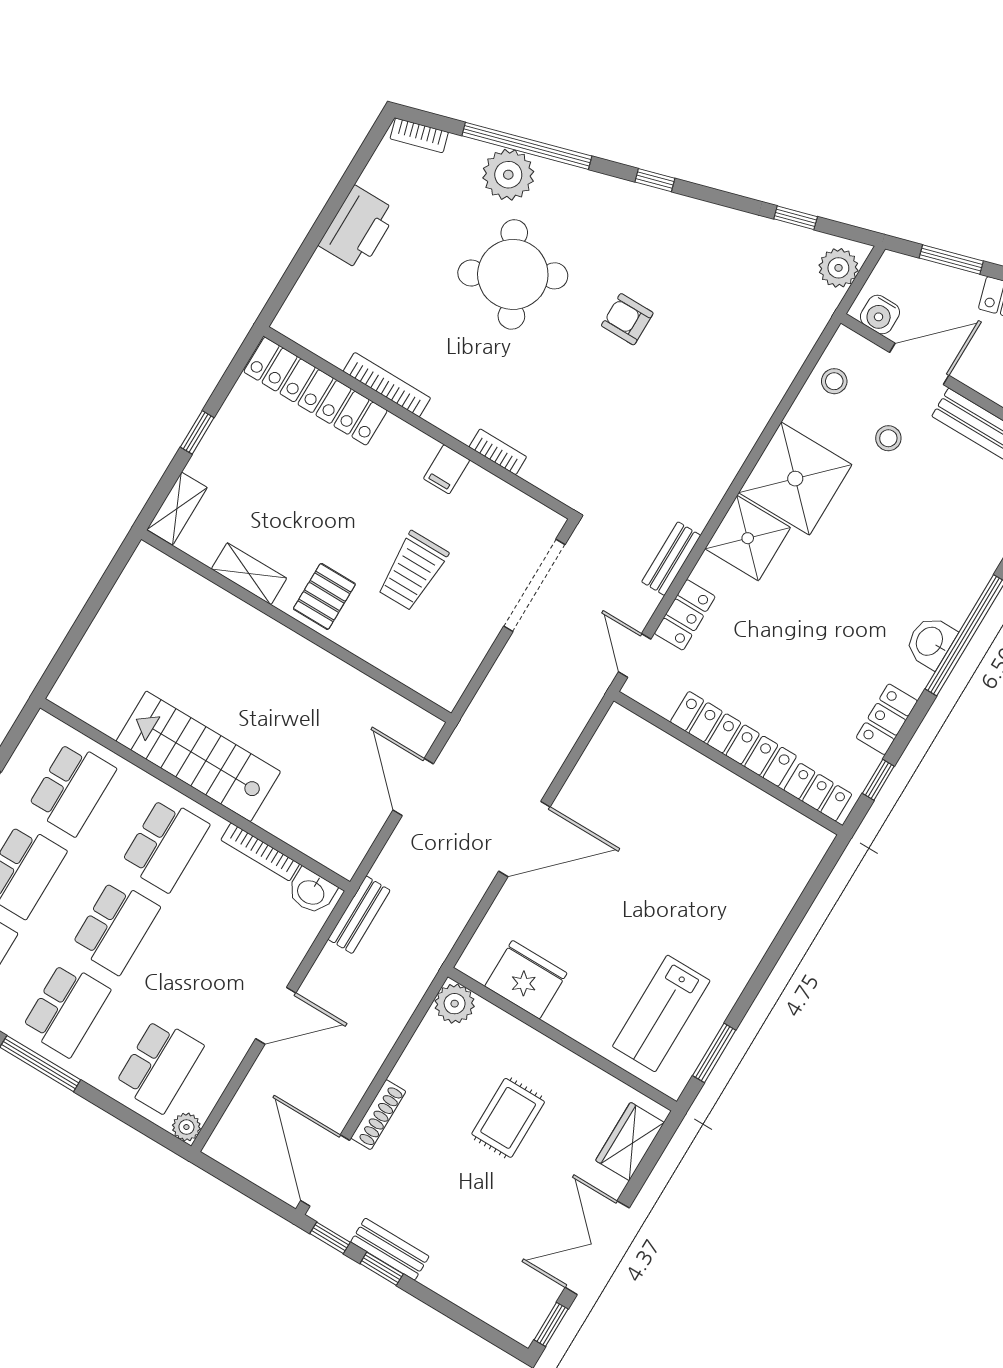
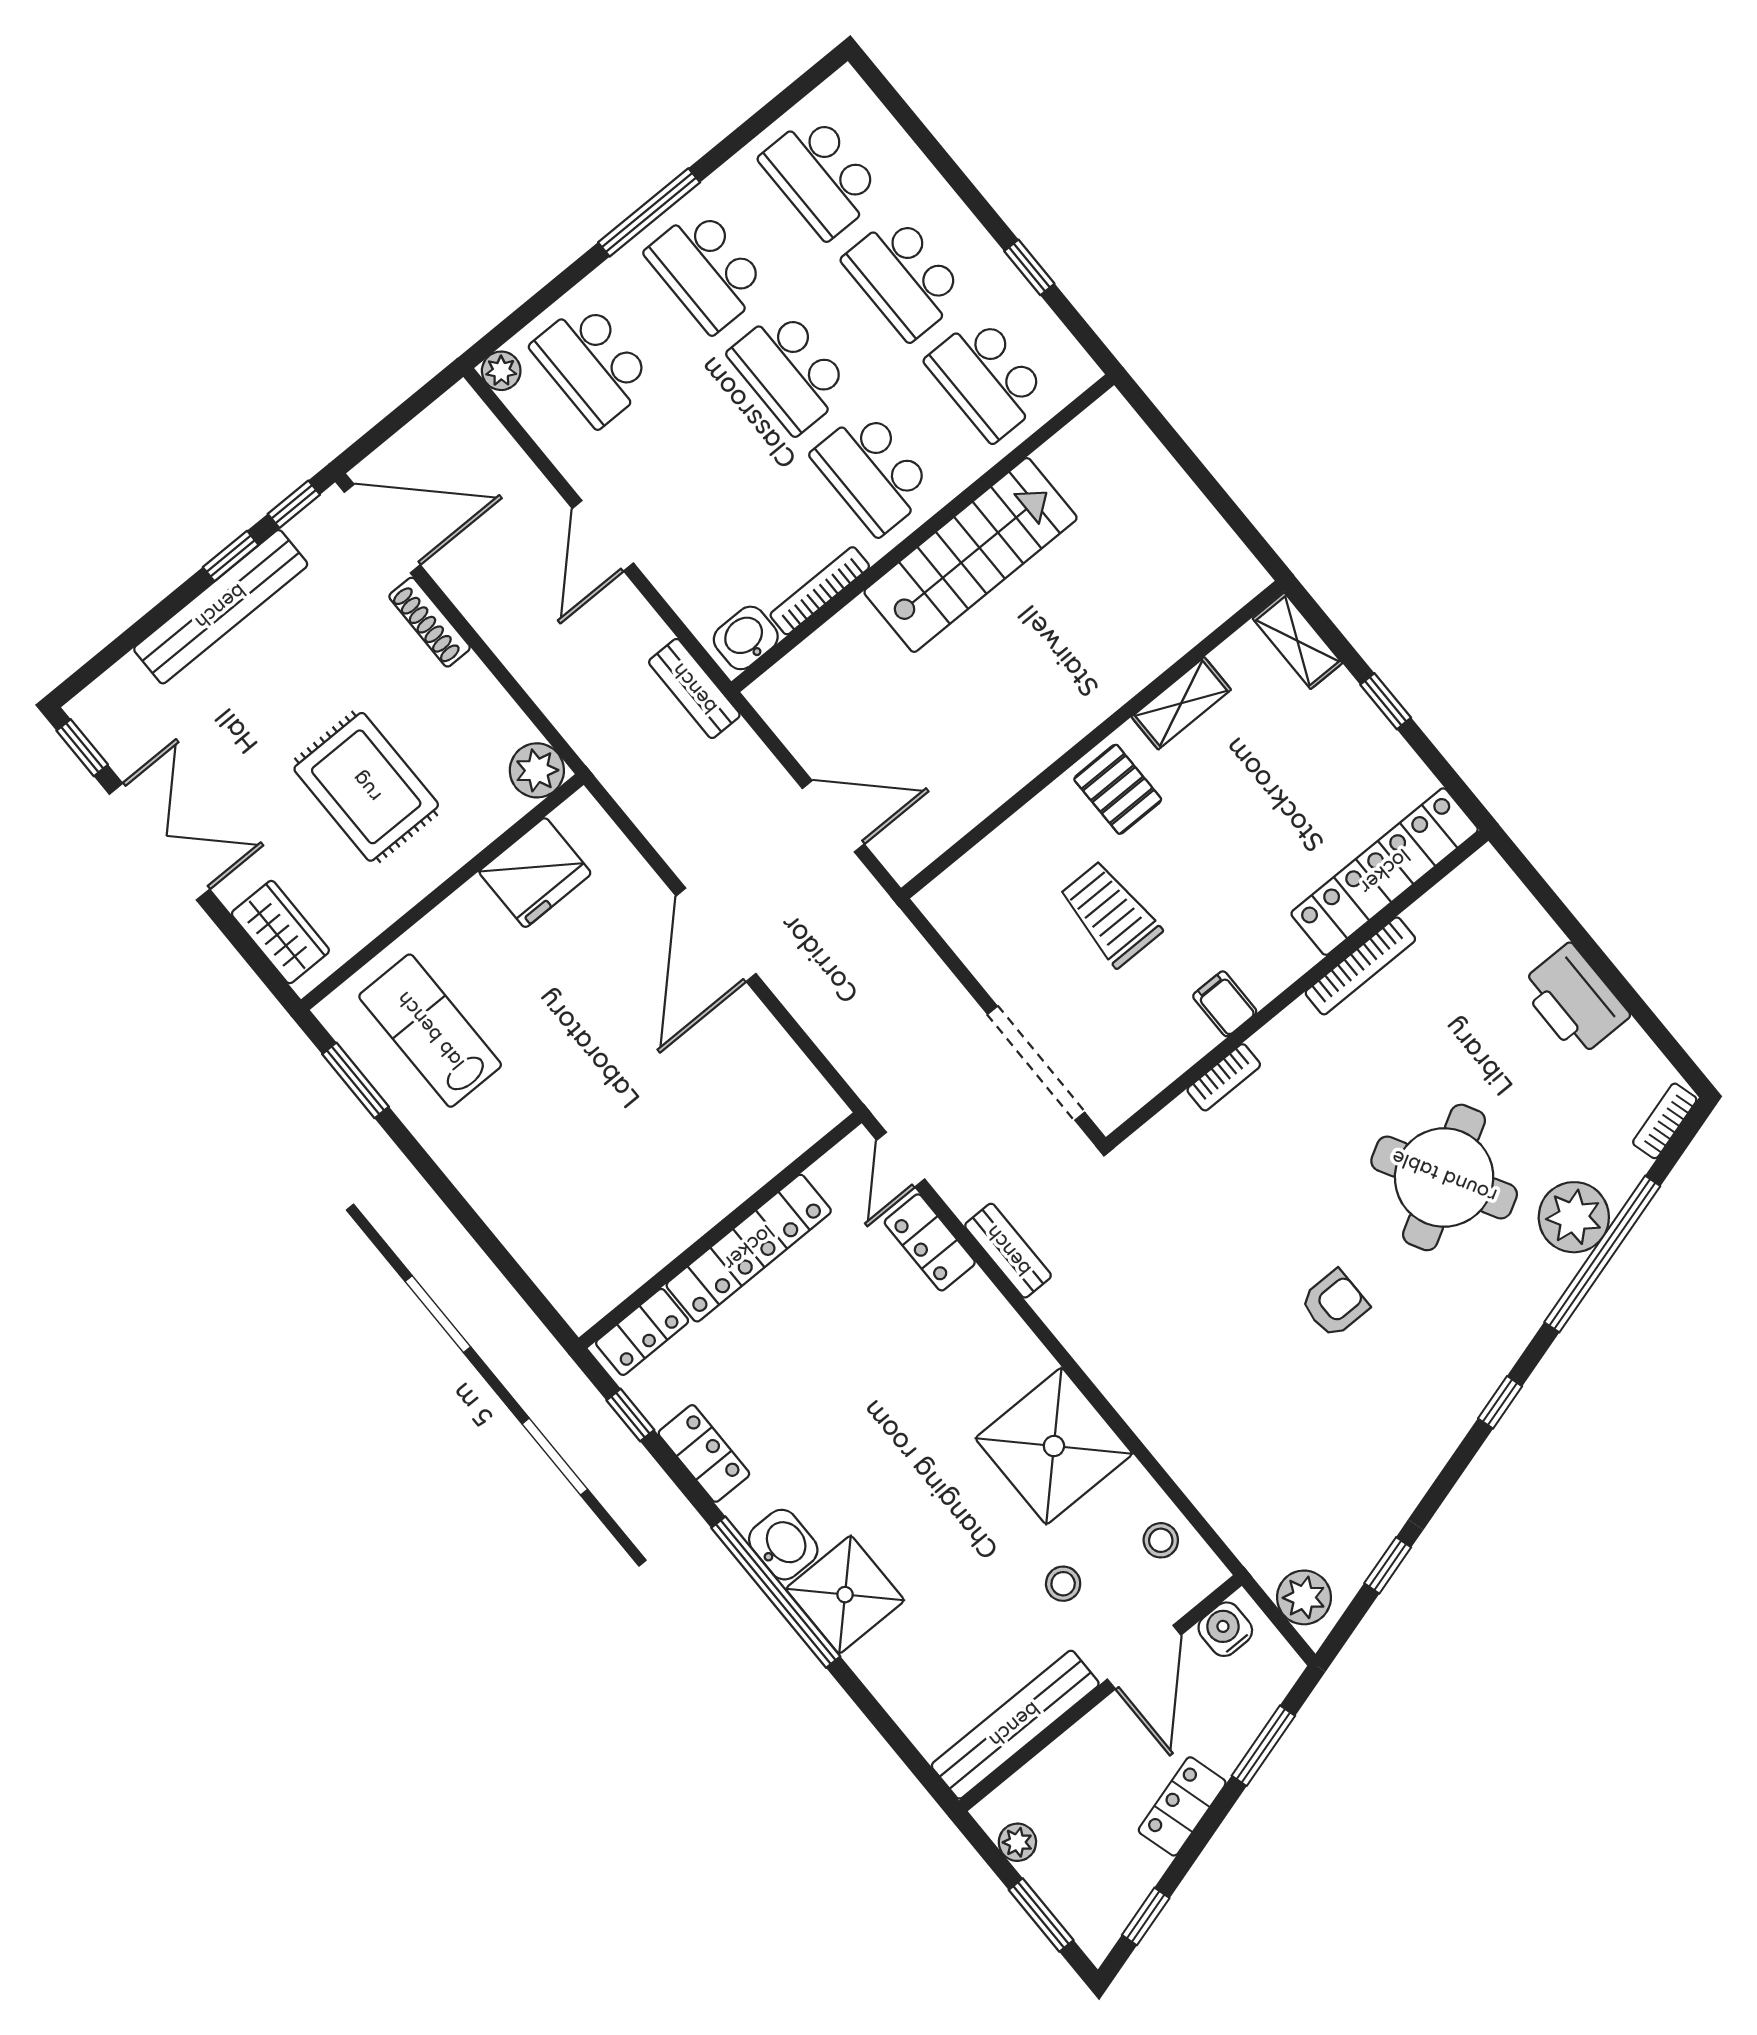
shower: (748, 538) -> (845, 1595), moved
door: (635, 655) -> (901, 1160), swing flipped
rug: (508, 1118) -> (366, 787), width x1.36, depth x1.43
bench: (390, 1249) -> (221, 607), width x1.86, depth x1.21

